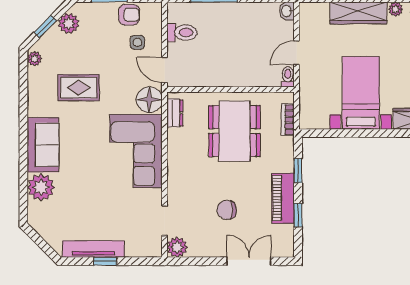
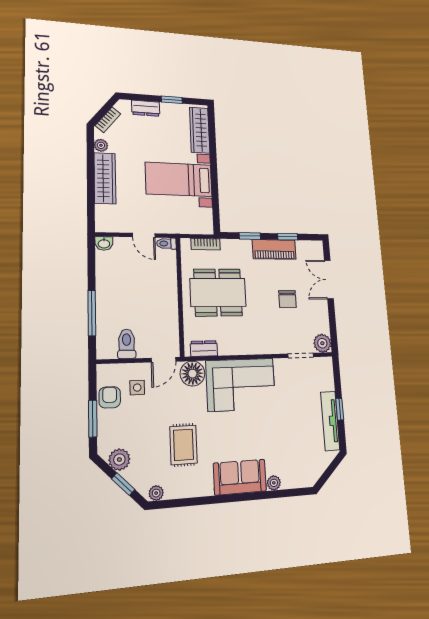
plant: (41, 187) -> (274, 483), width x0.53, depth x0.53

